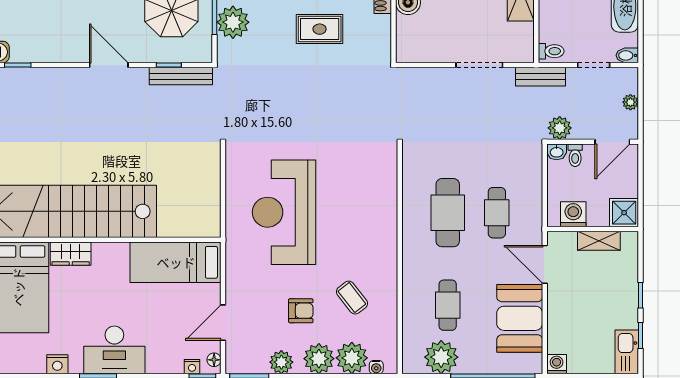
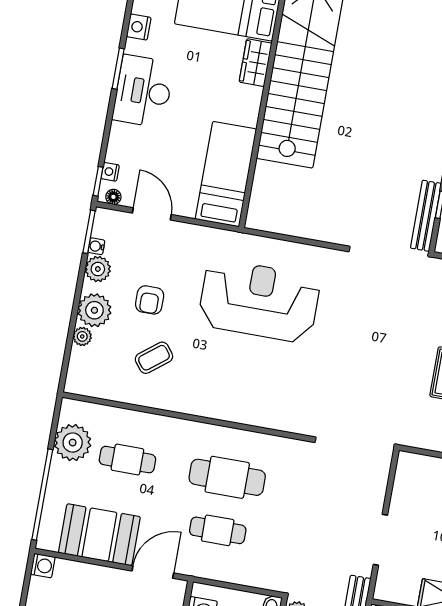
plant: (352, 358) -> (82, 336), width x0.53, depth x0.53
water cooler: (376, 367) -> (96, 246), moved

